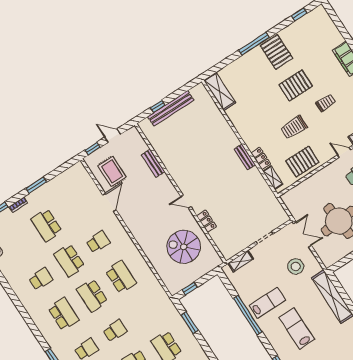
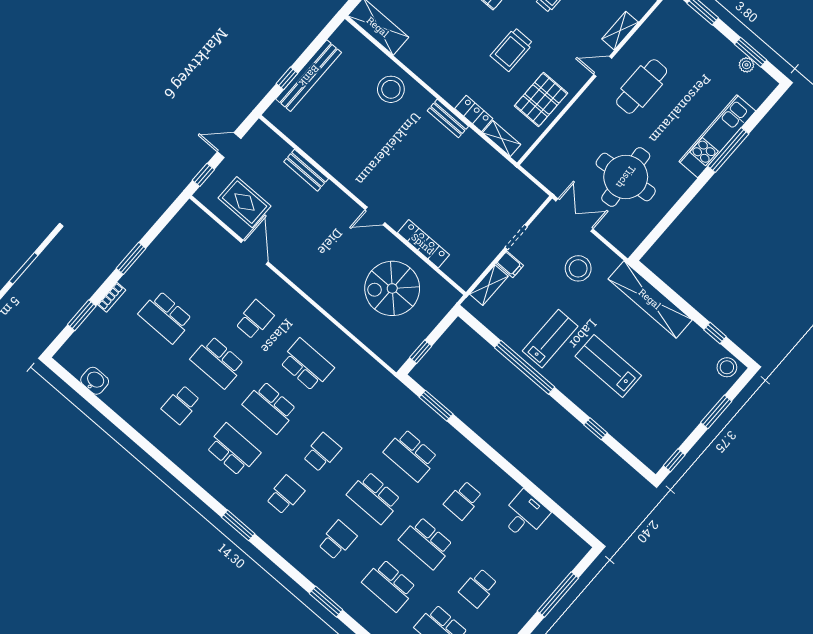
stool: (217, 130) -> (391, 89), added
locker: (206, 221) -> (423, 244), width x1.53
filing cabinet: (256, 252) -> (510, 264), added
school desk: (41, 279) -> (181, 405), turned 180

